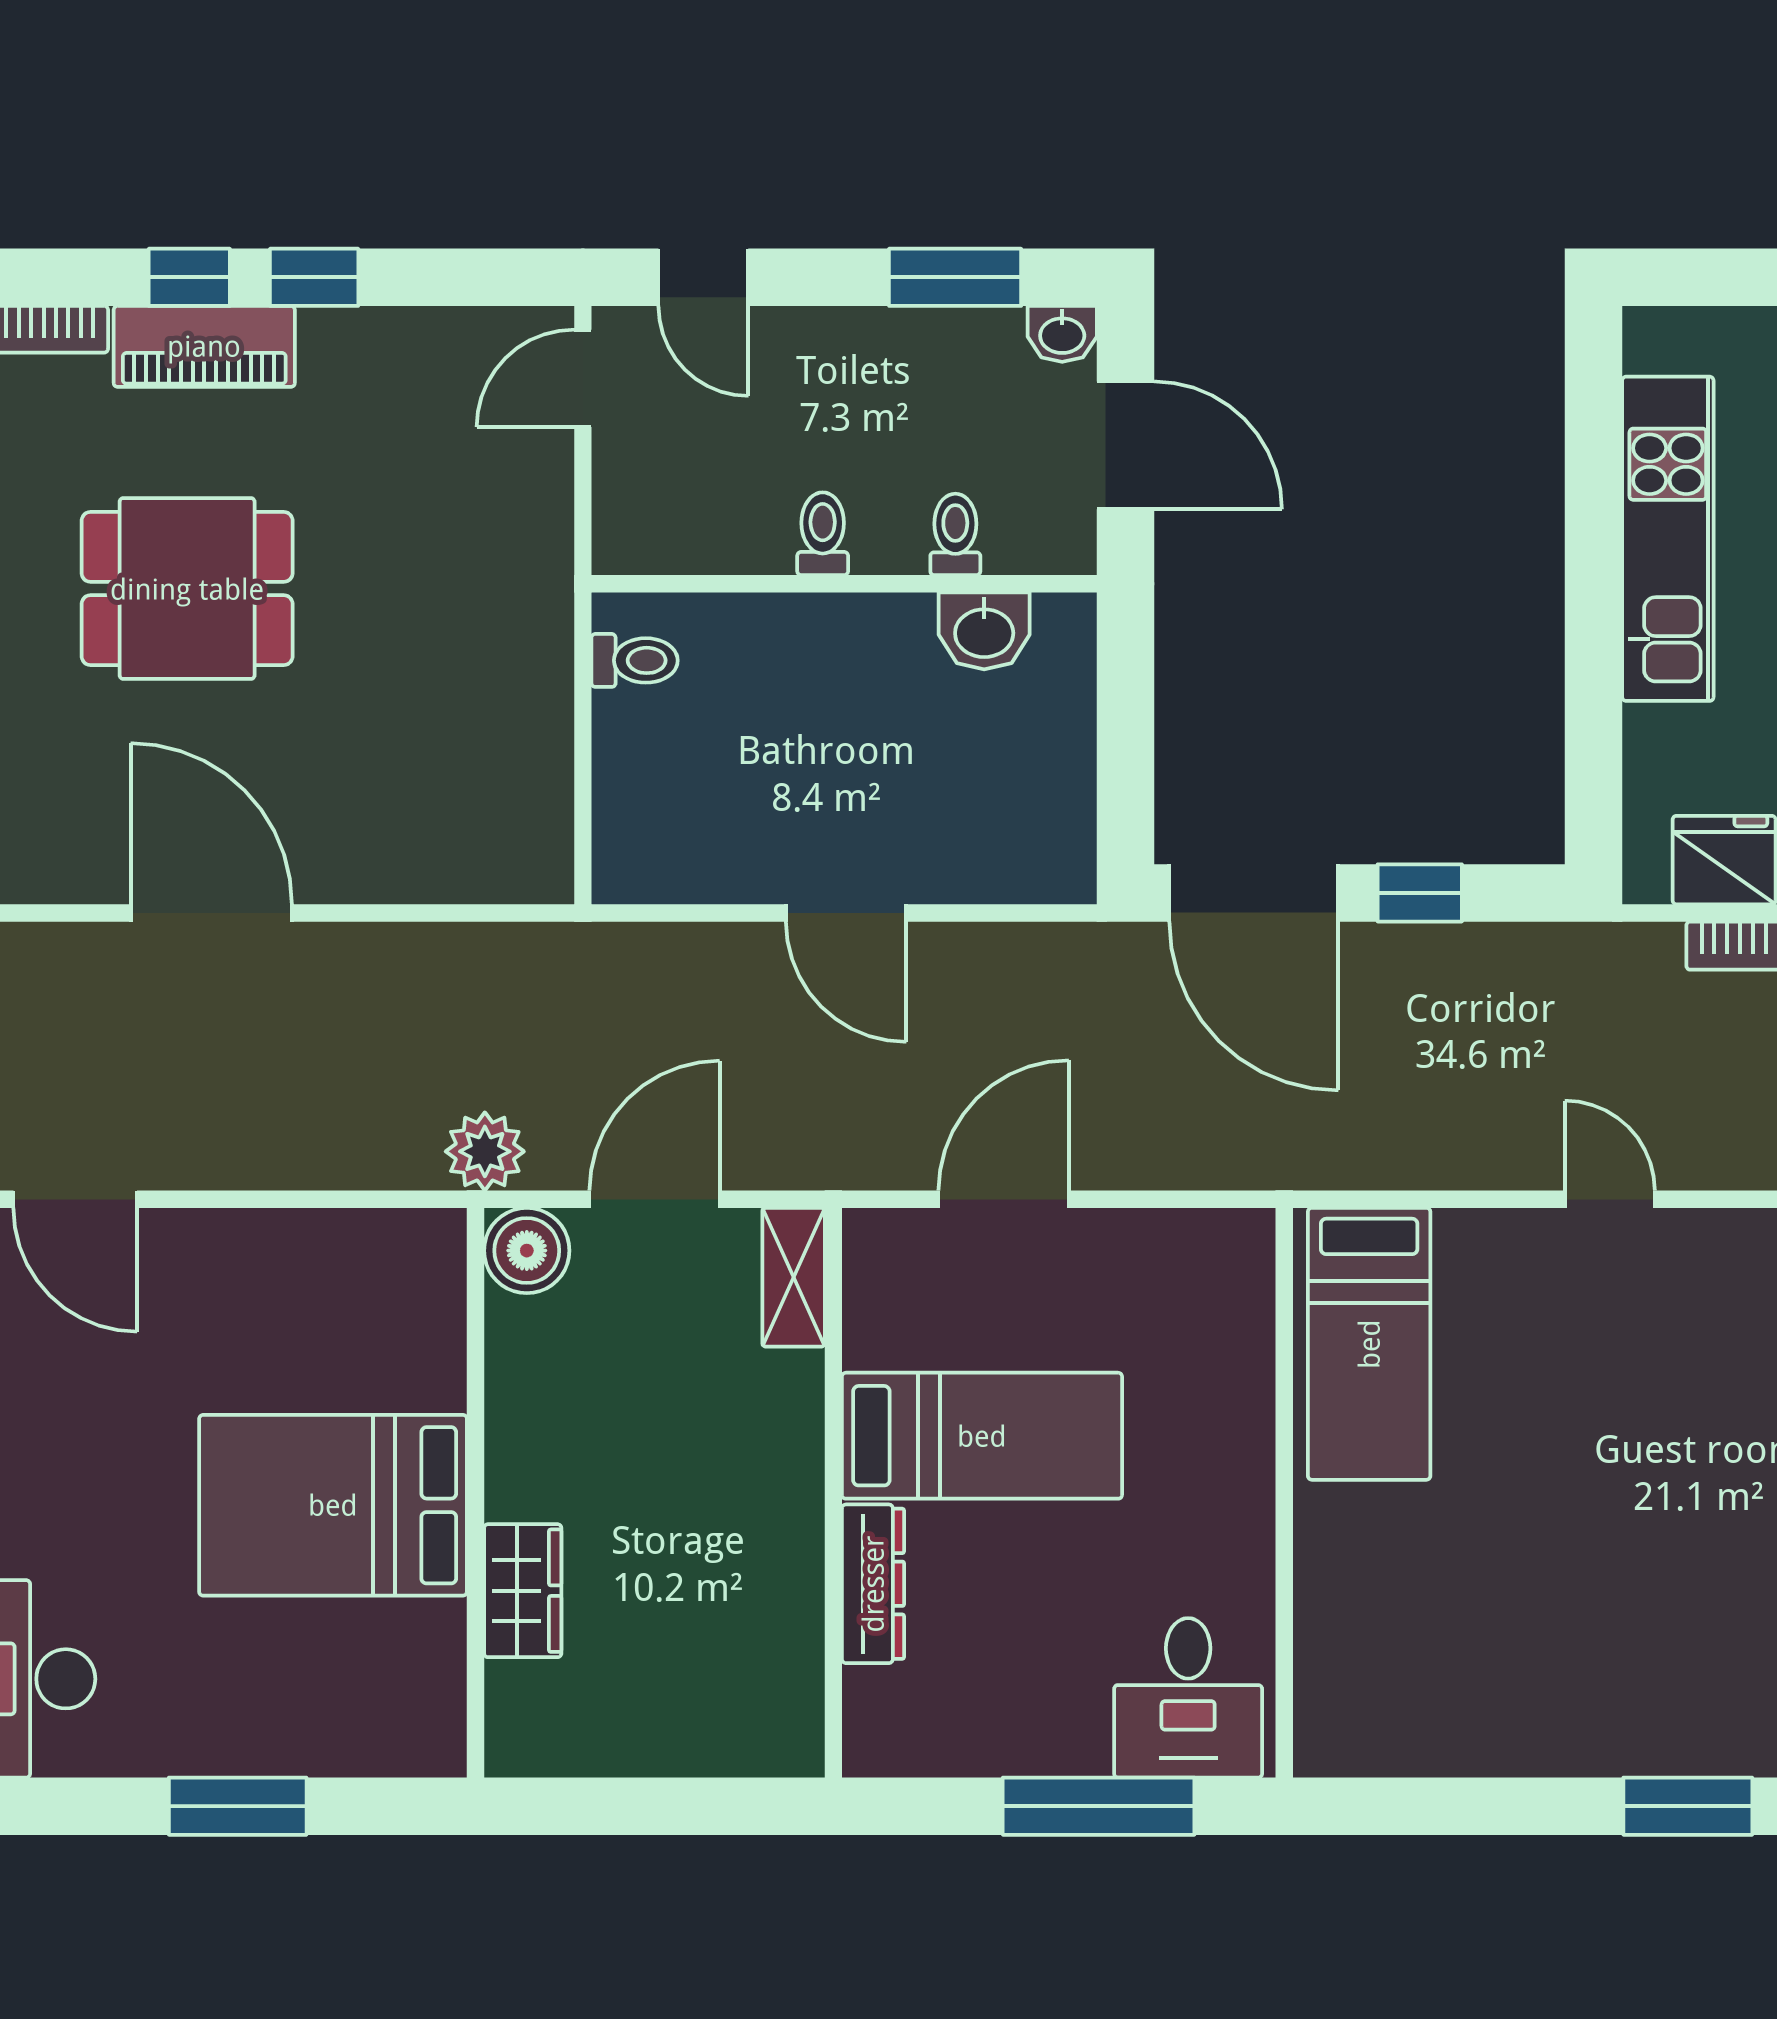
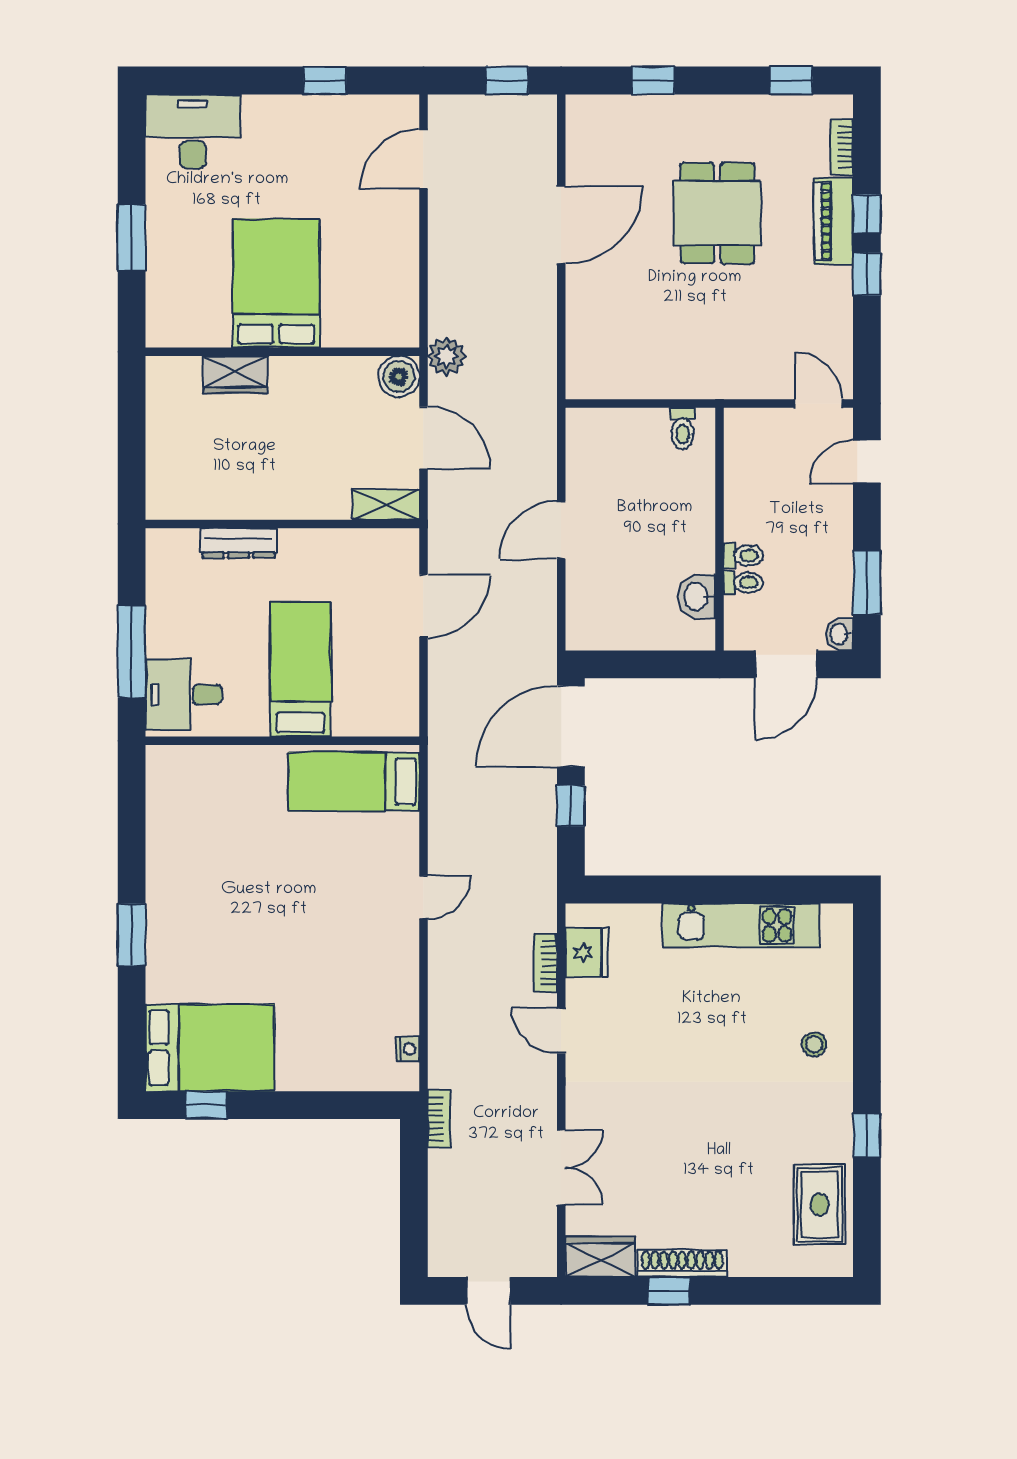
toilet: (823, 534) -> (744, 556), moved
door: (1004, 1199) -> (423, 606), hinge flipped
bed: (982, 1436) -> (300, 669), moved, turned 180

